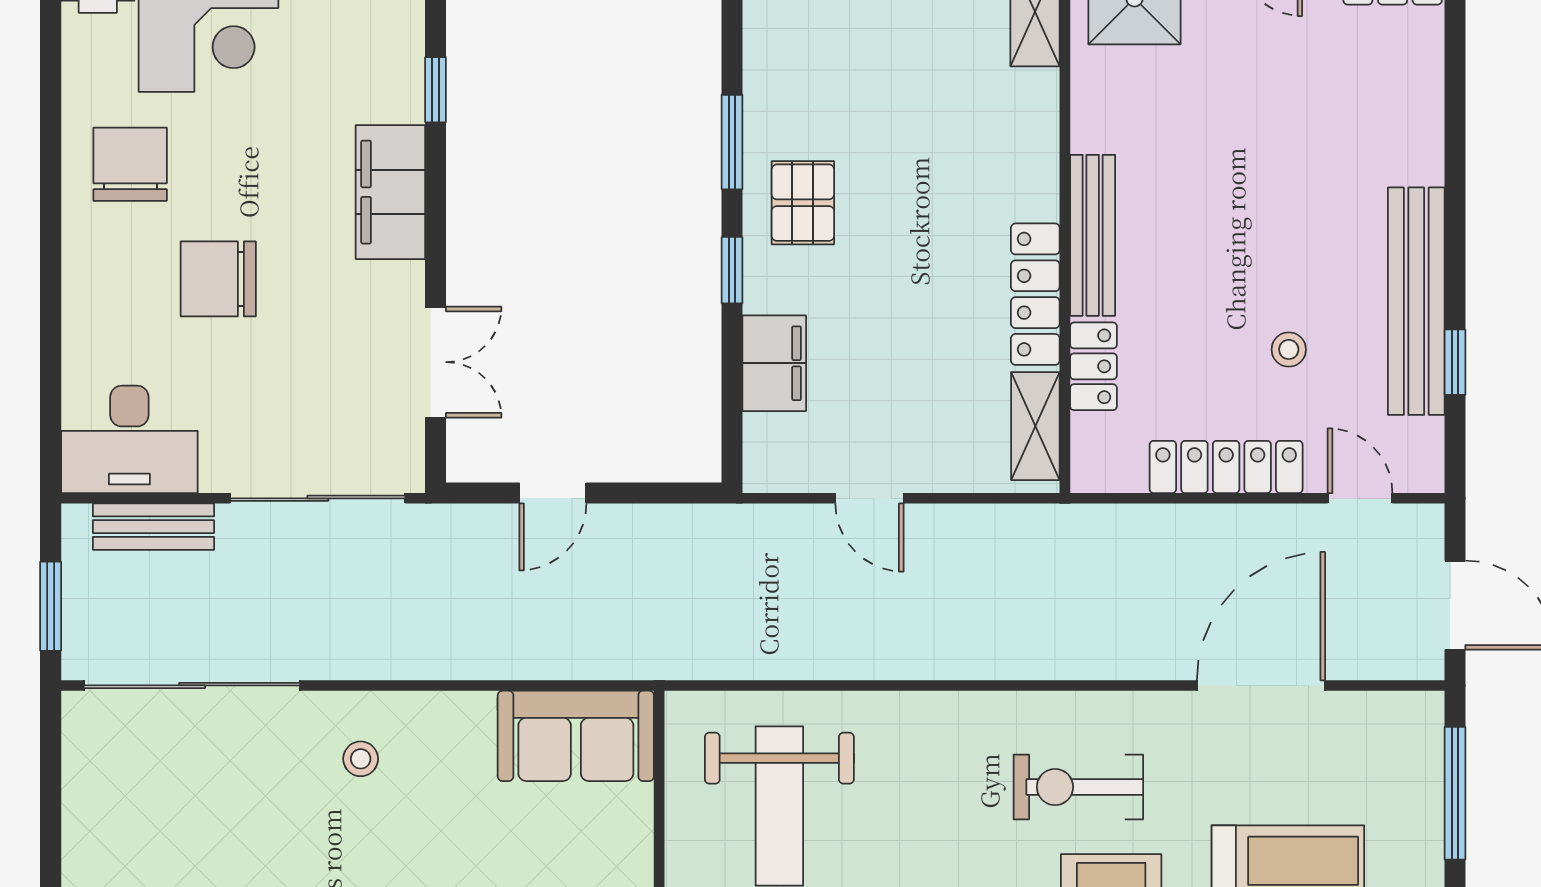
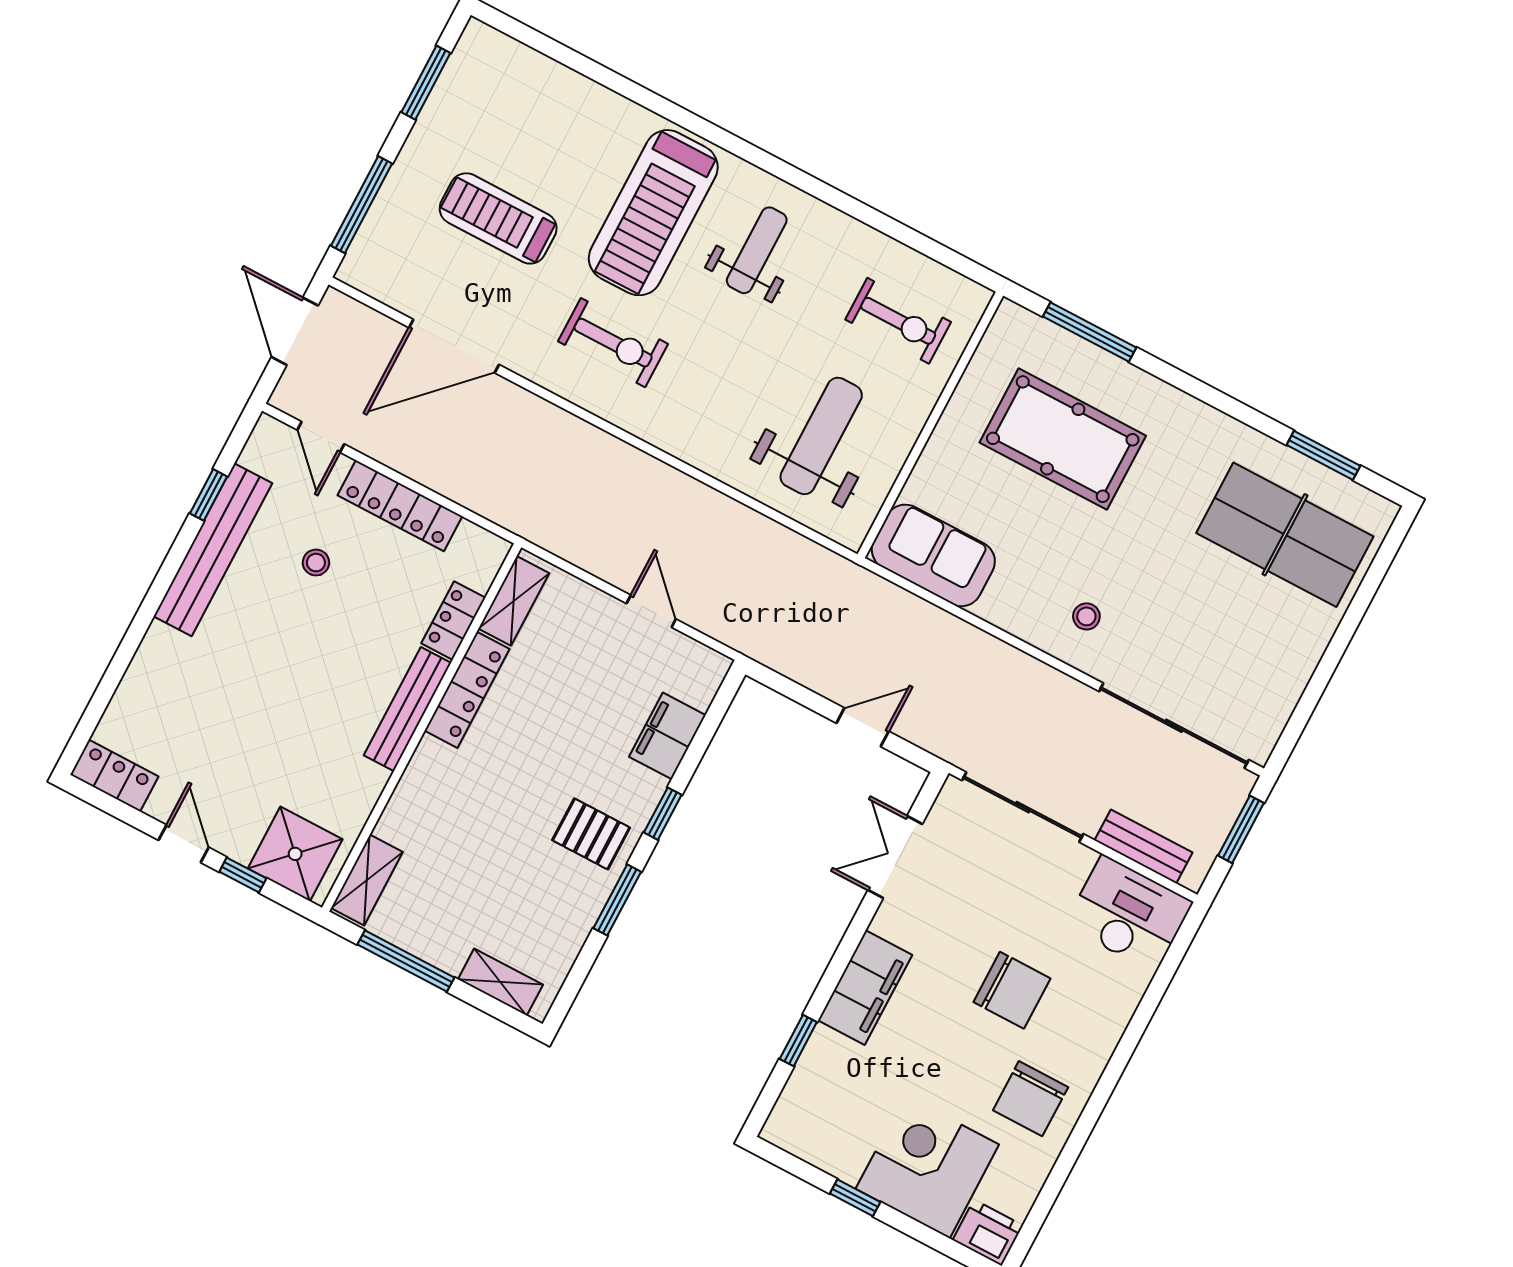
pallet: (803, 203) -> (591, 834), turned 90

